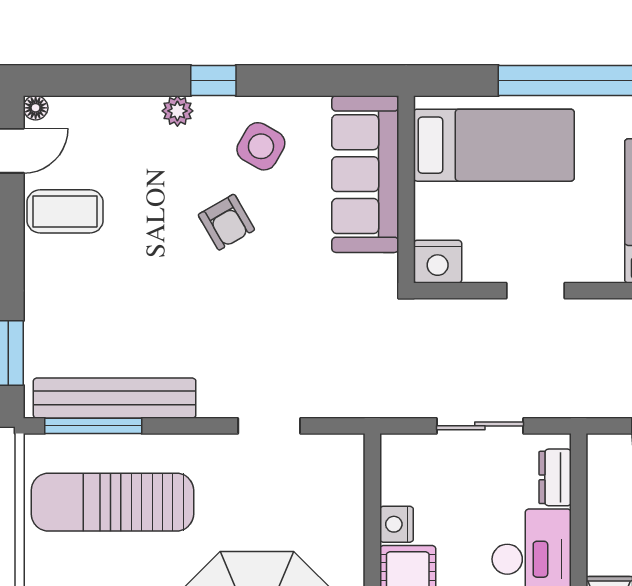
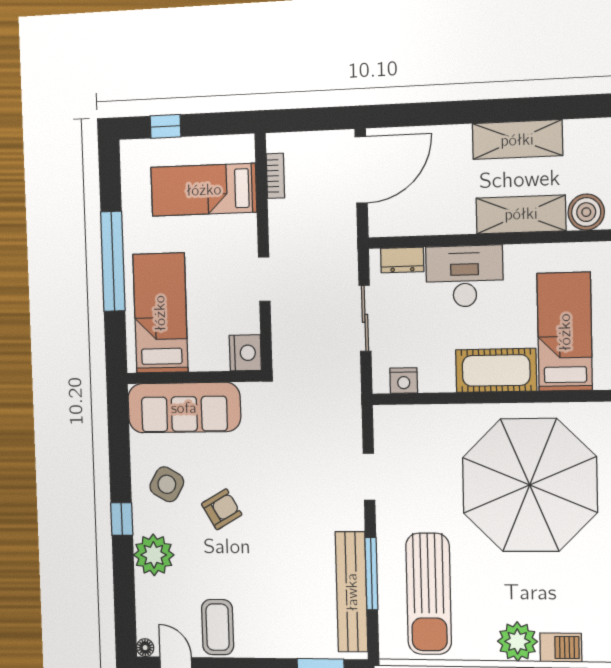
plant: (177, 111) -> (154, 555), width x1.88, depth x1.88
window: (93, 426) -> (371, 574), moved
nightstand: (397, 524) -> (404, 381), moved

